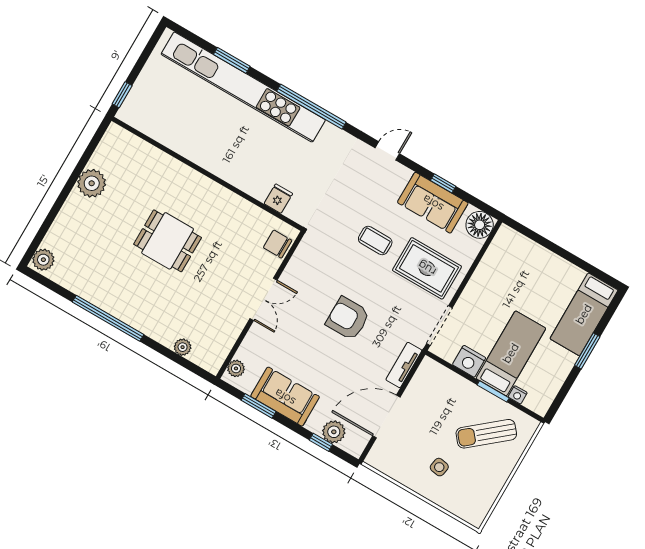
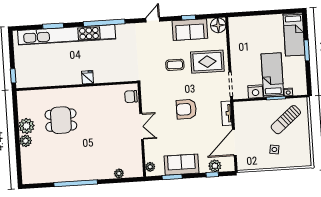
fridge: (278, 199) -> (88, 77), moved
dining table: (168, 241) -> (61, 120), moved
plant: (43, 260) -> (26, 141), moved

